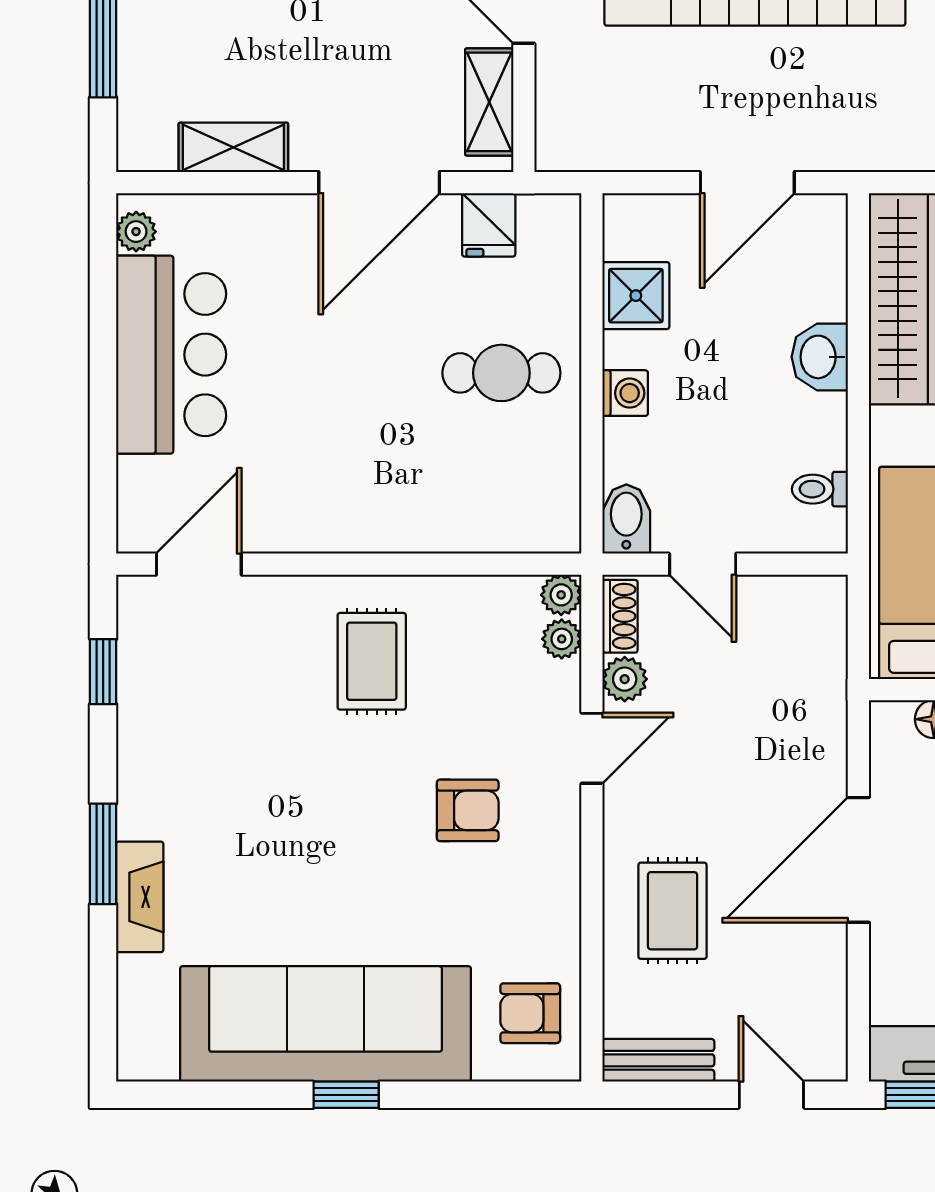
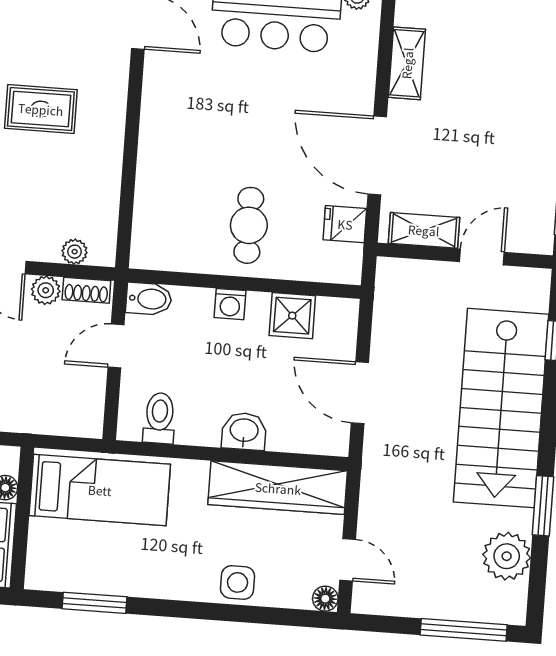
toilet: (820, 489) -> (159, 418), width x1.37, depth x1.39
plant: (561, 595) -> (103, 253), removed
rug: (372, 661) -> (41, 109), moved

